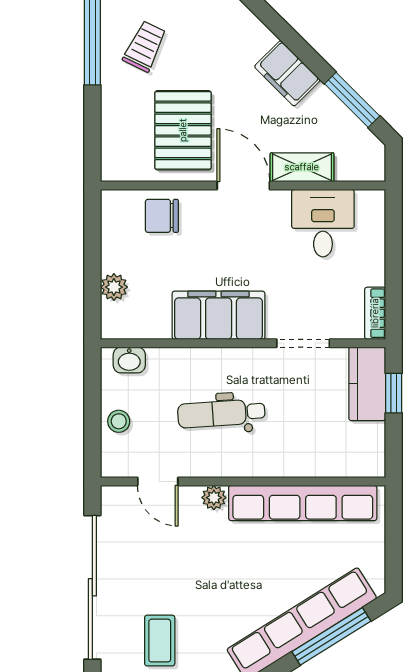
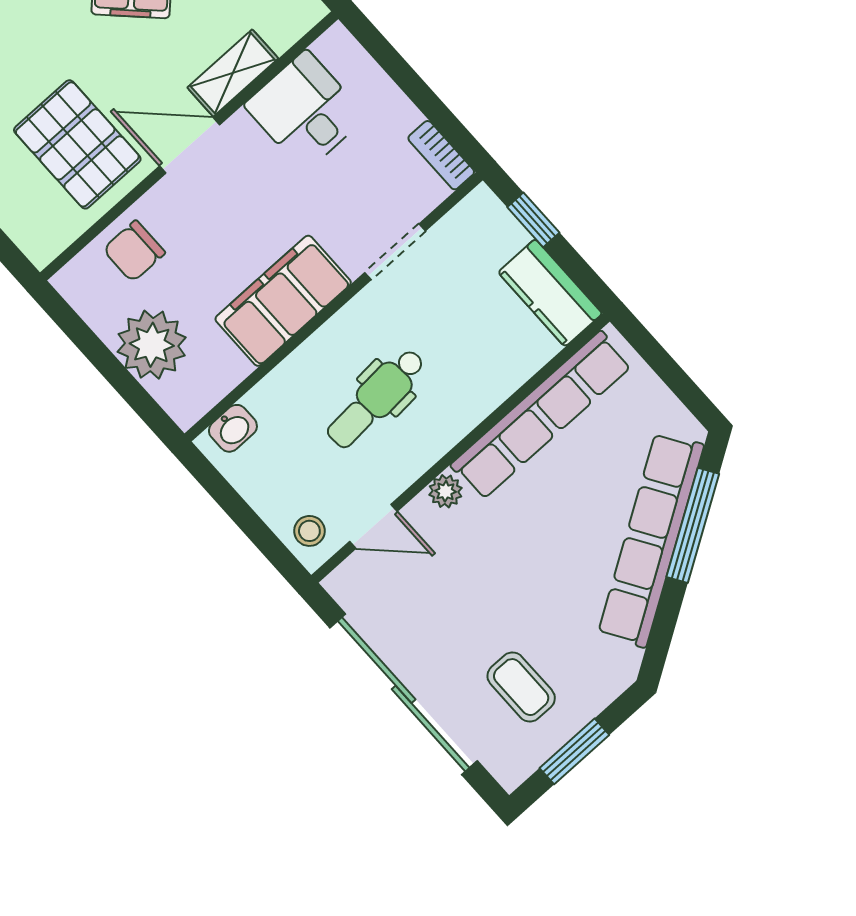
plant: (114, 287) -> (152, 345), width x1.88, depth x1.88
kitchen counter: (367, 384) -> (550, 293), moved
stool: (119, 421) -> (309, 531), moved

